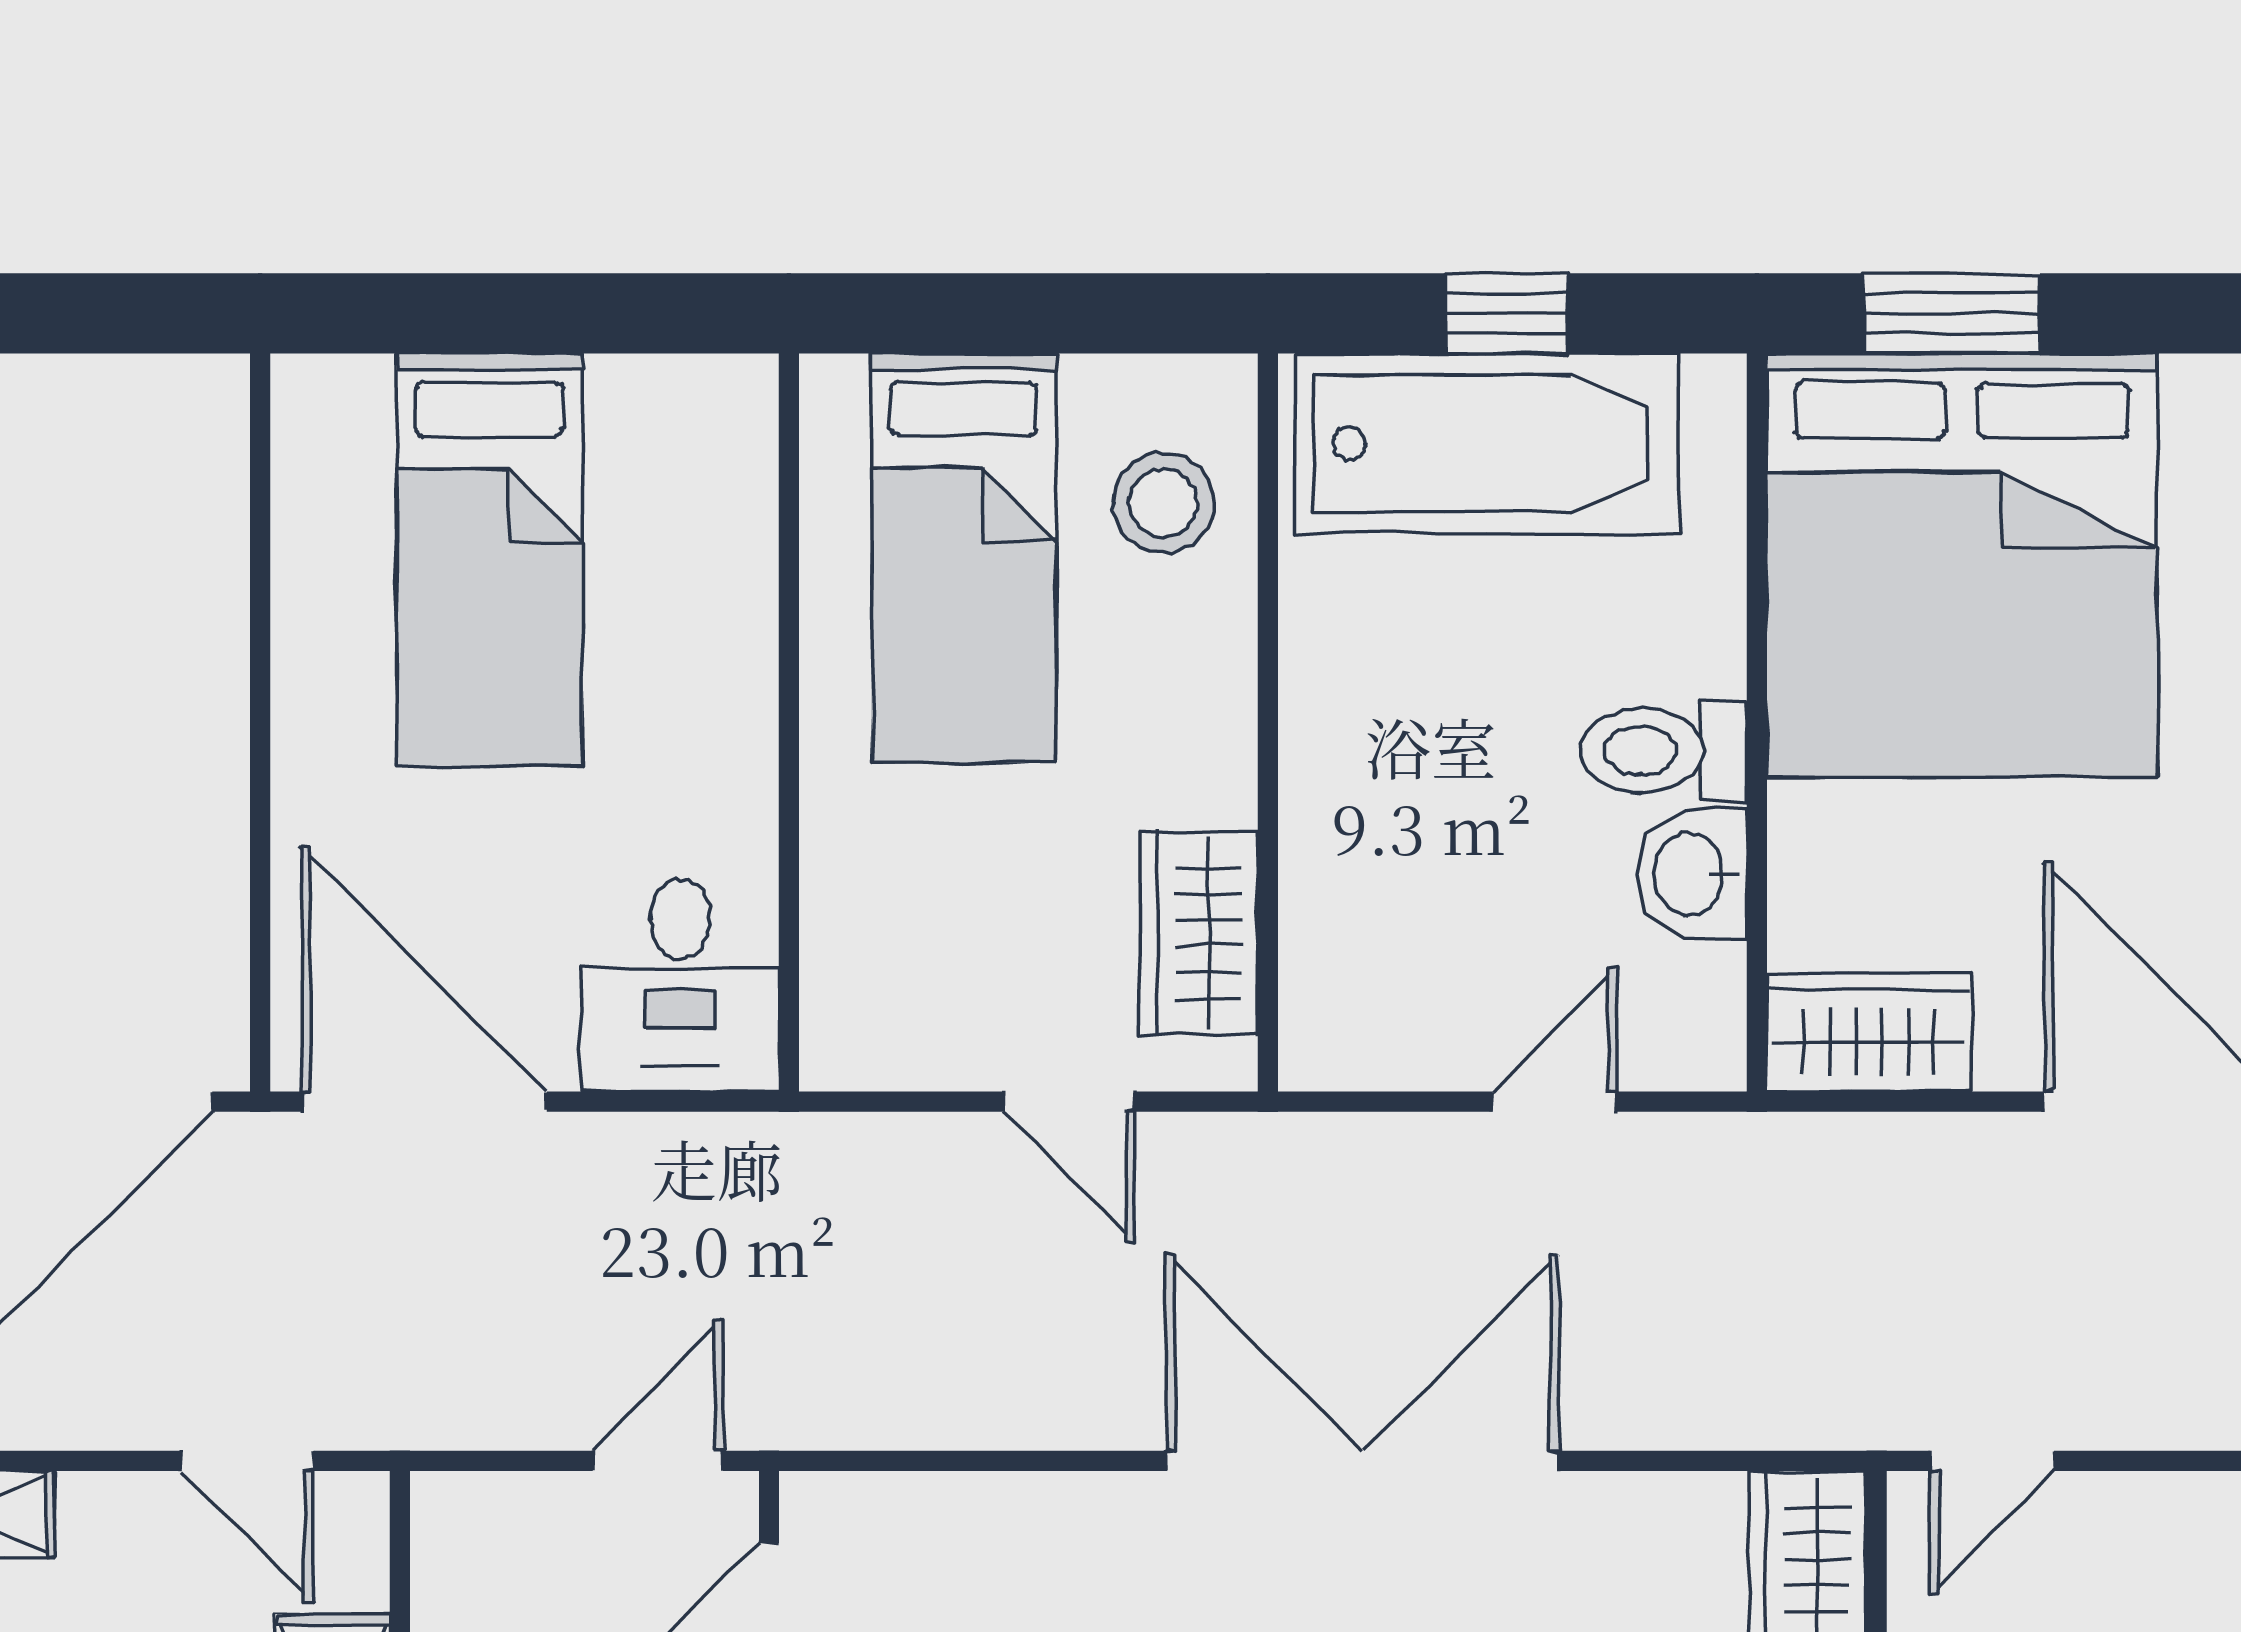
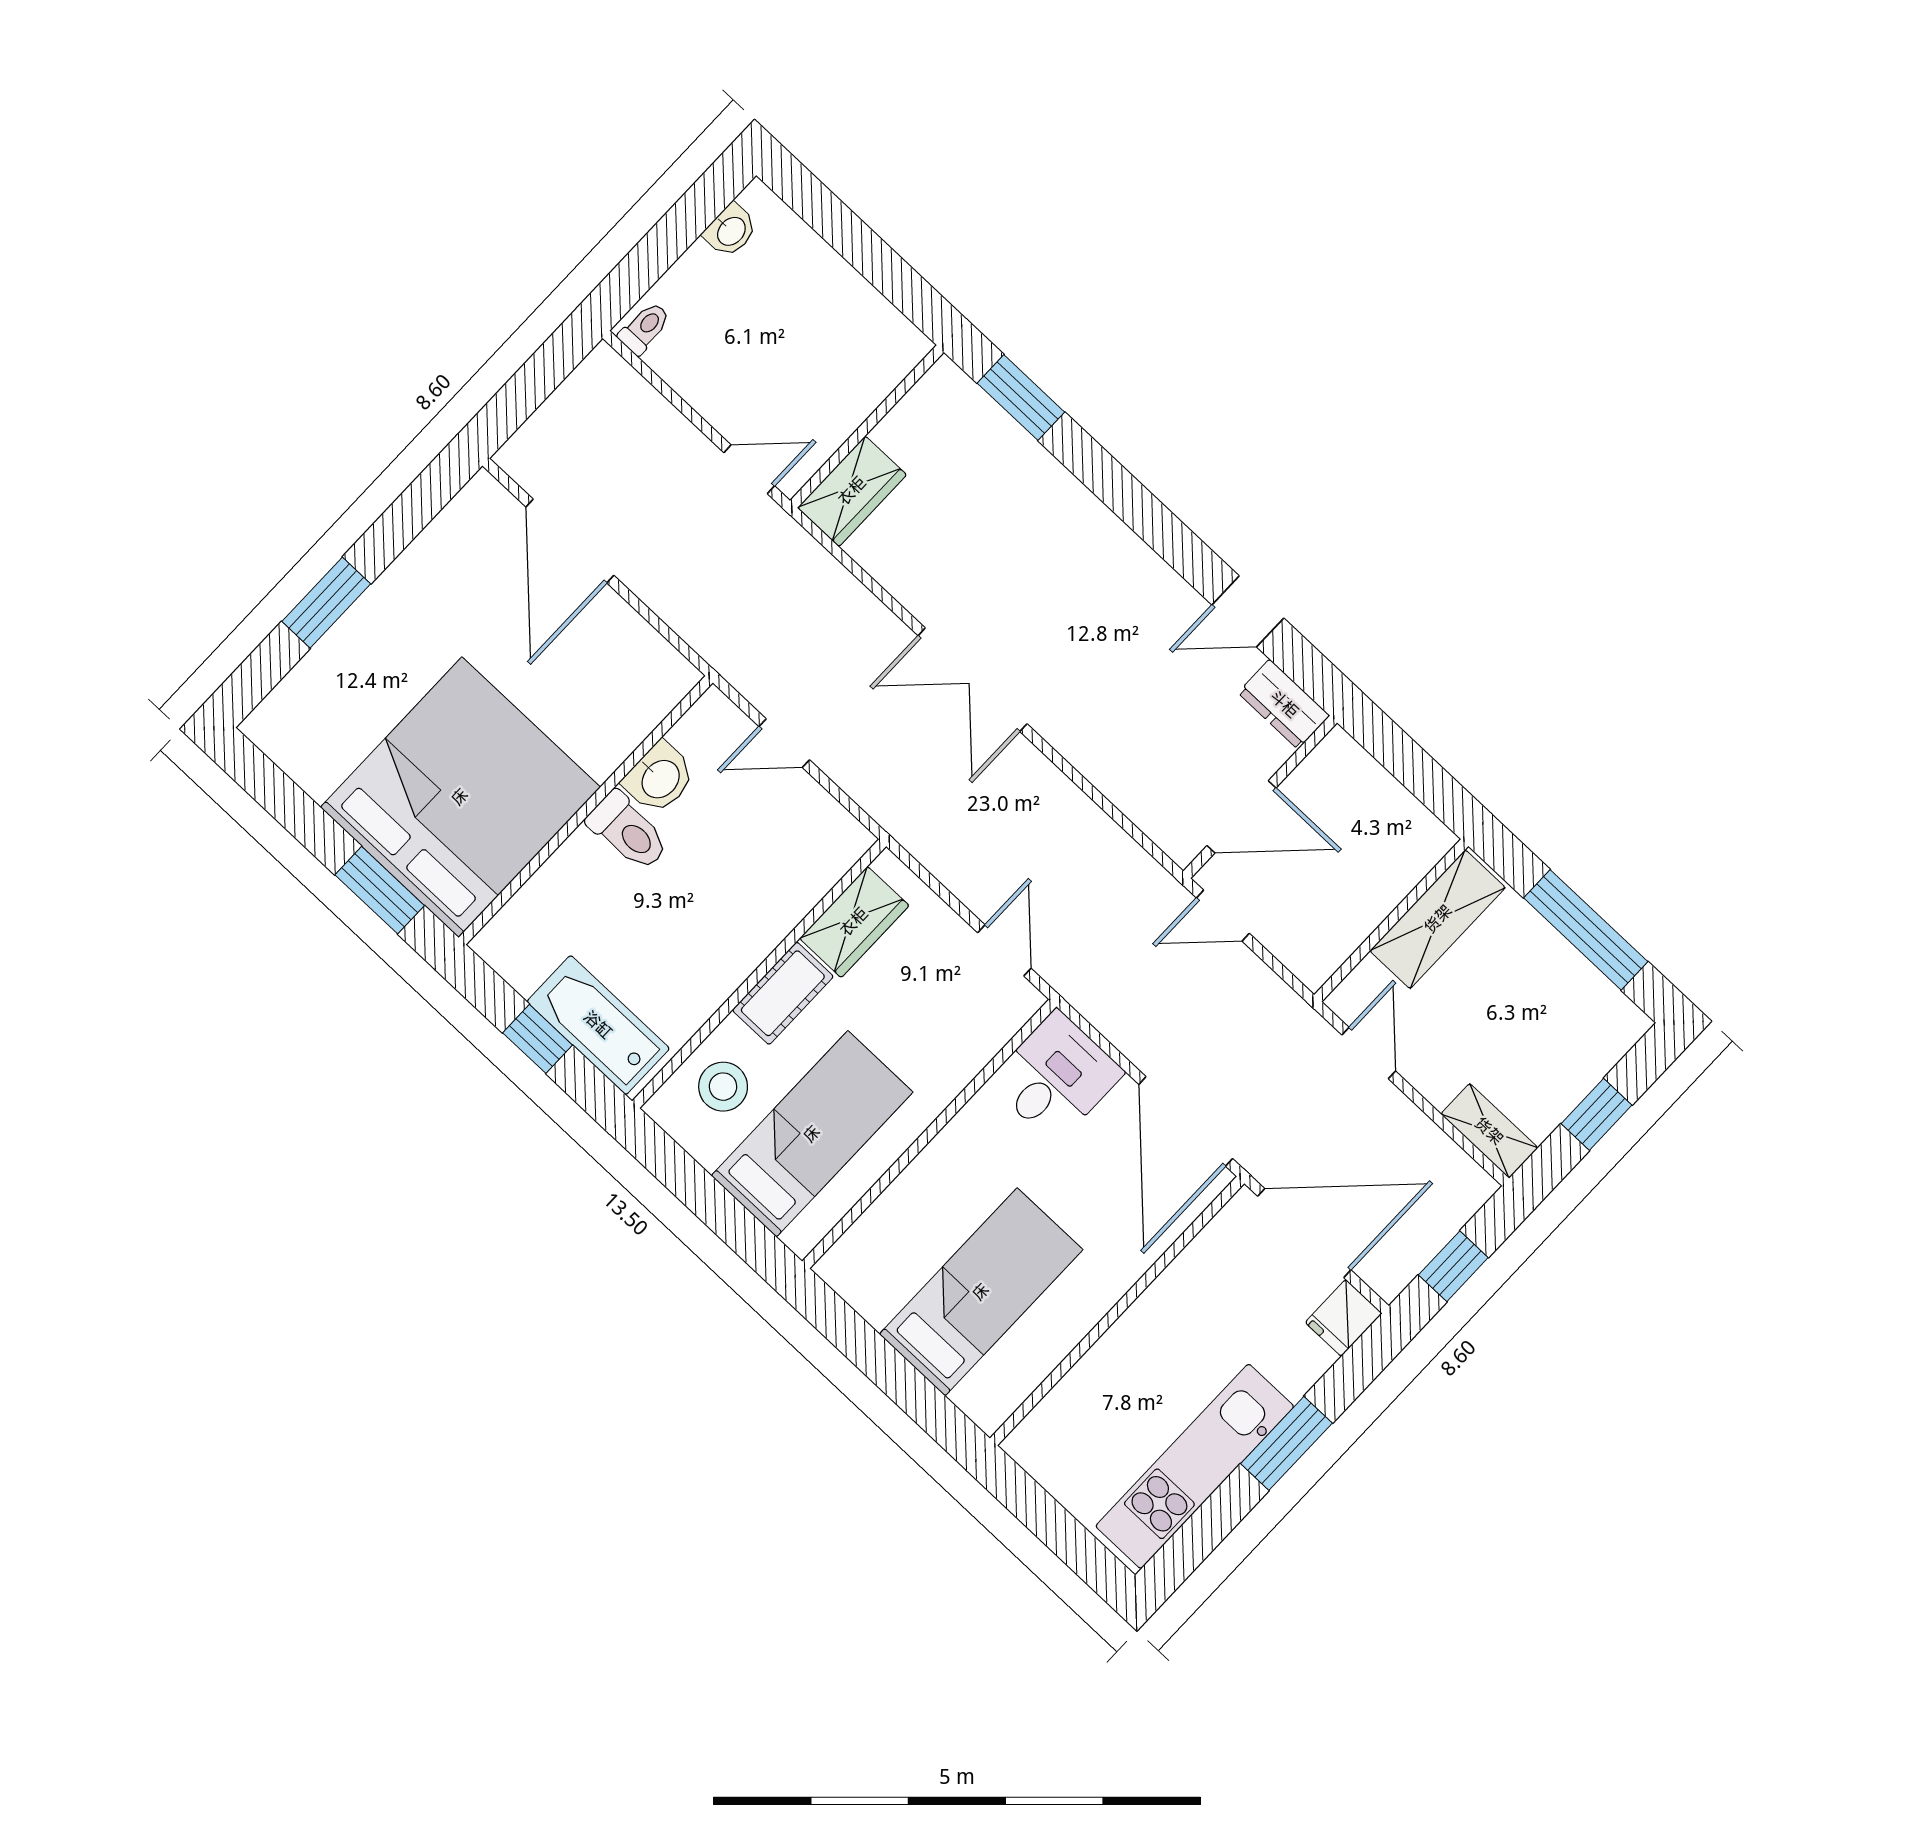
bathtub: (1487, 443) -> (598, 1025), width x0.73, depth x0.73
cot: (1205, 726) -> (783, 993), added
wardrobe: (1869, 1032) -> (649, 663), removed
door: (1069, 1102) -> (1004, 950), moved
double door: (1363, 1461) -> (973, 680), width x0.73

